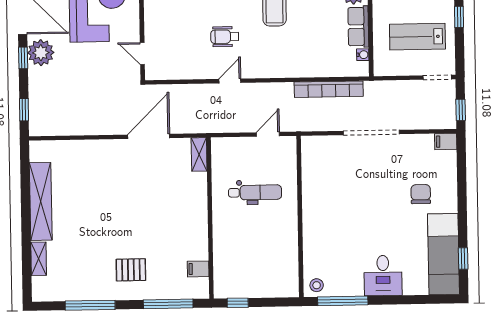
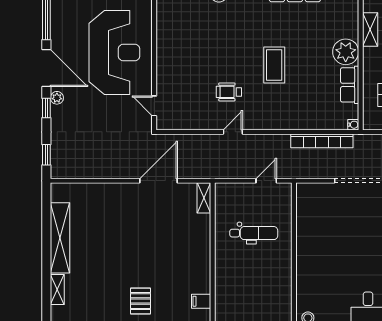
plant: (41, 53) -> (57, 98), width x0.53, depth x0.53
water cooler: (363, 55) -> (353, 125), moved
pallet: (131, 270) -> (140, 301), turned 90

